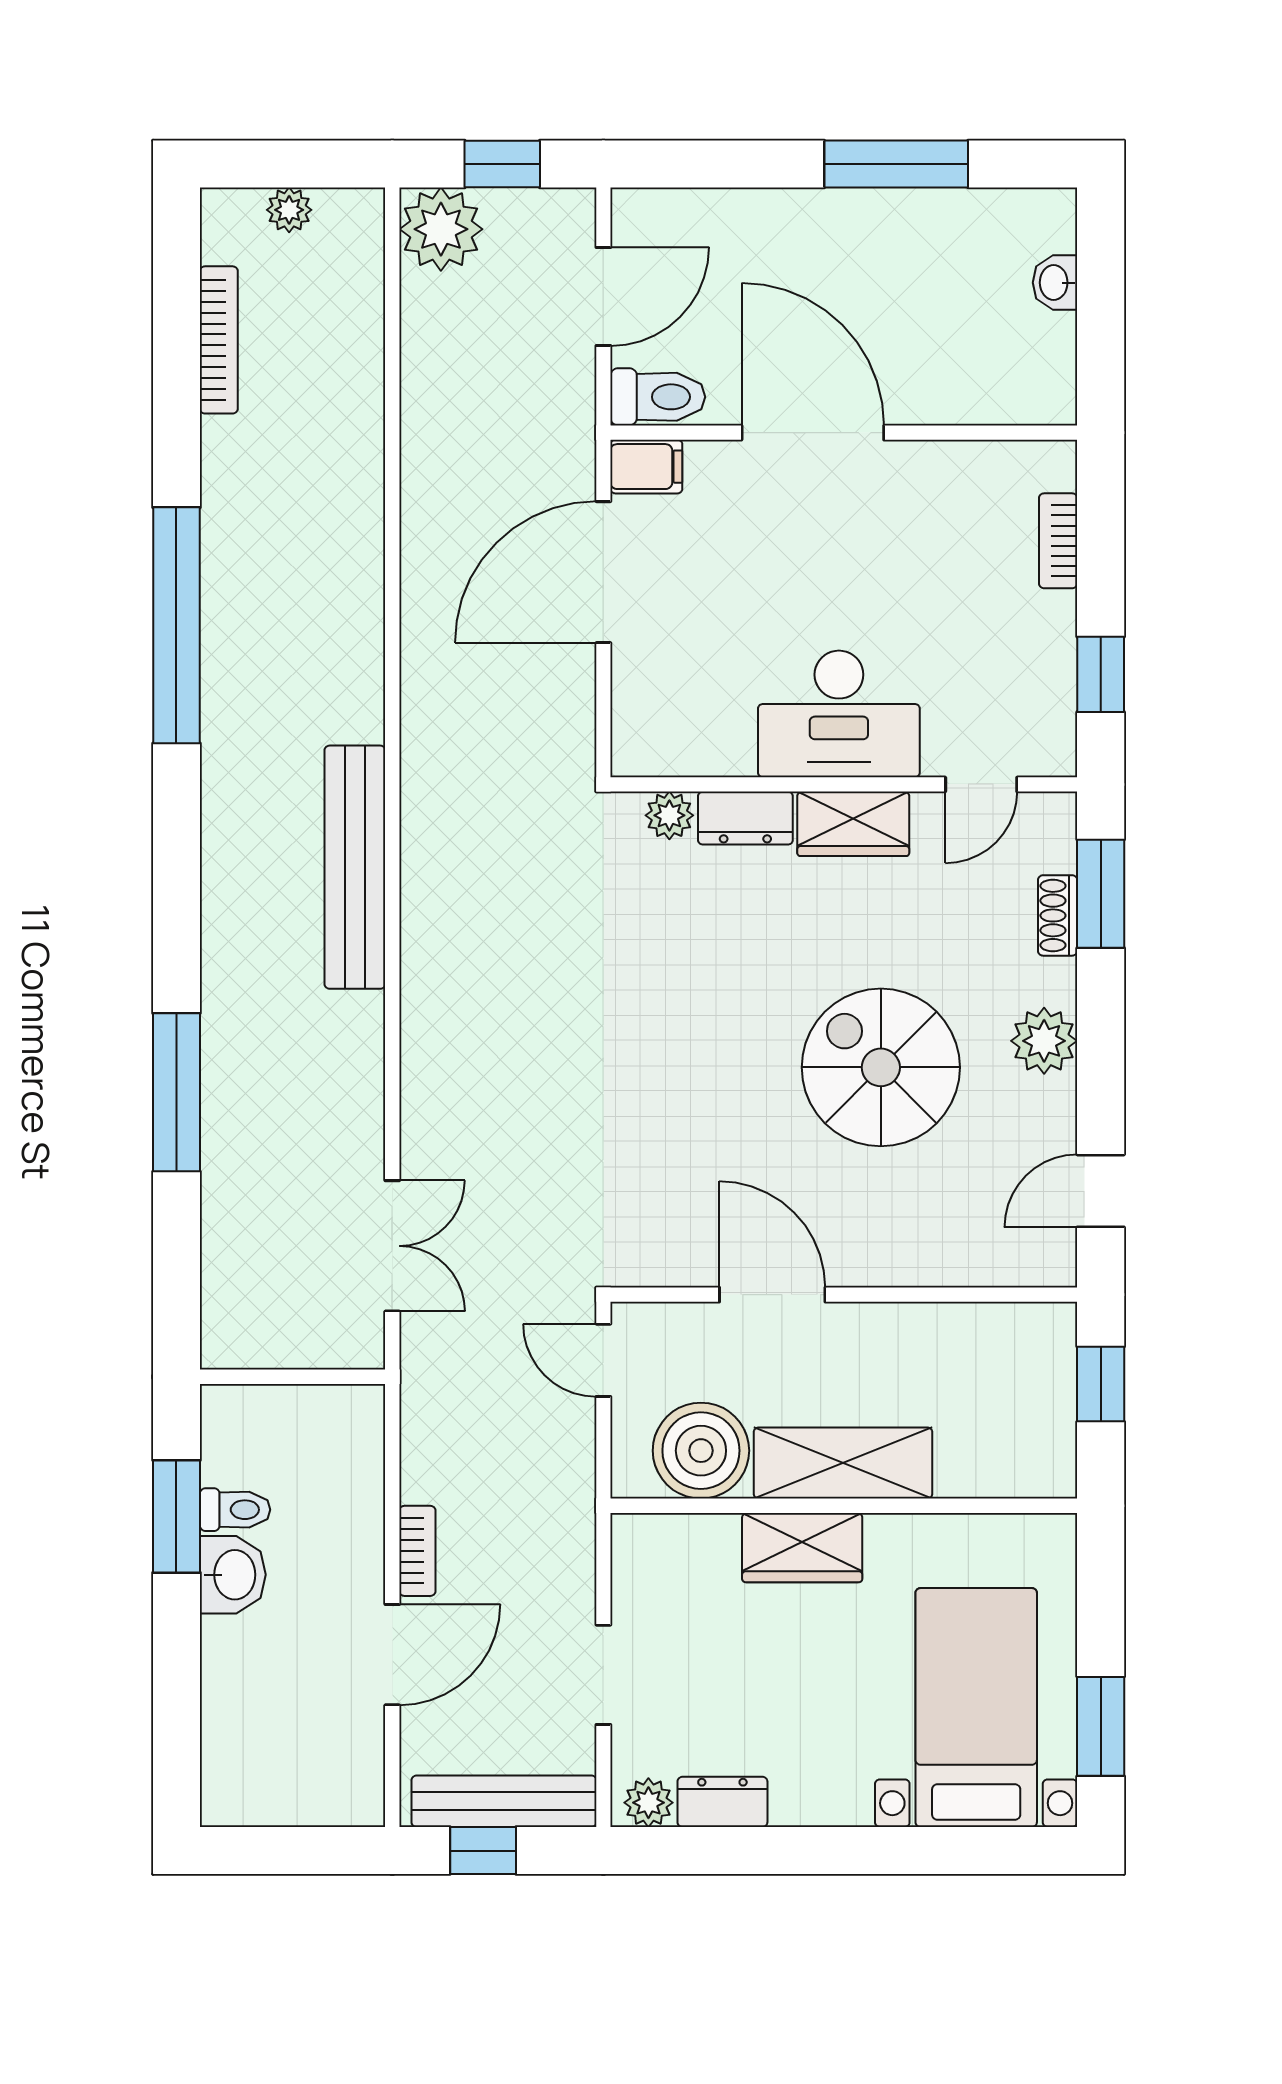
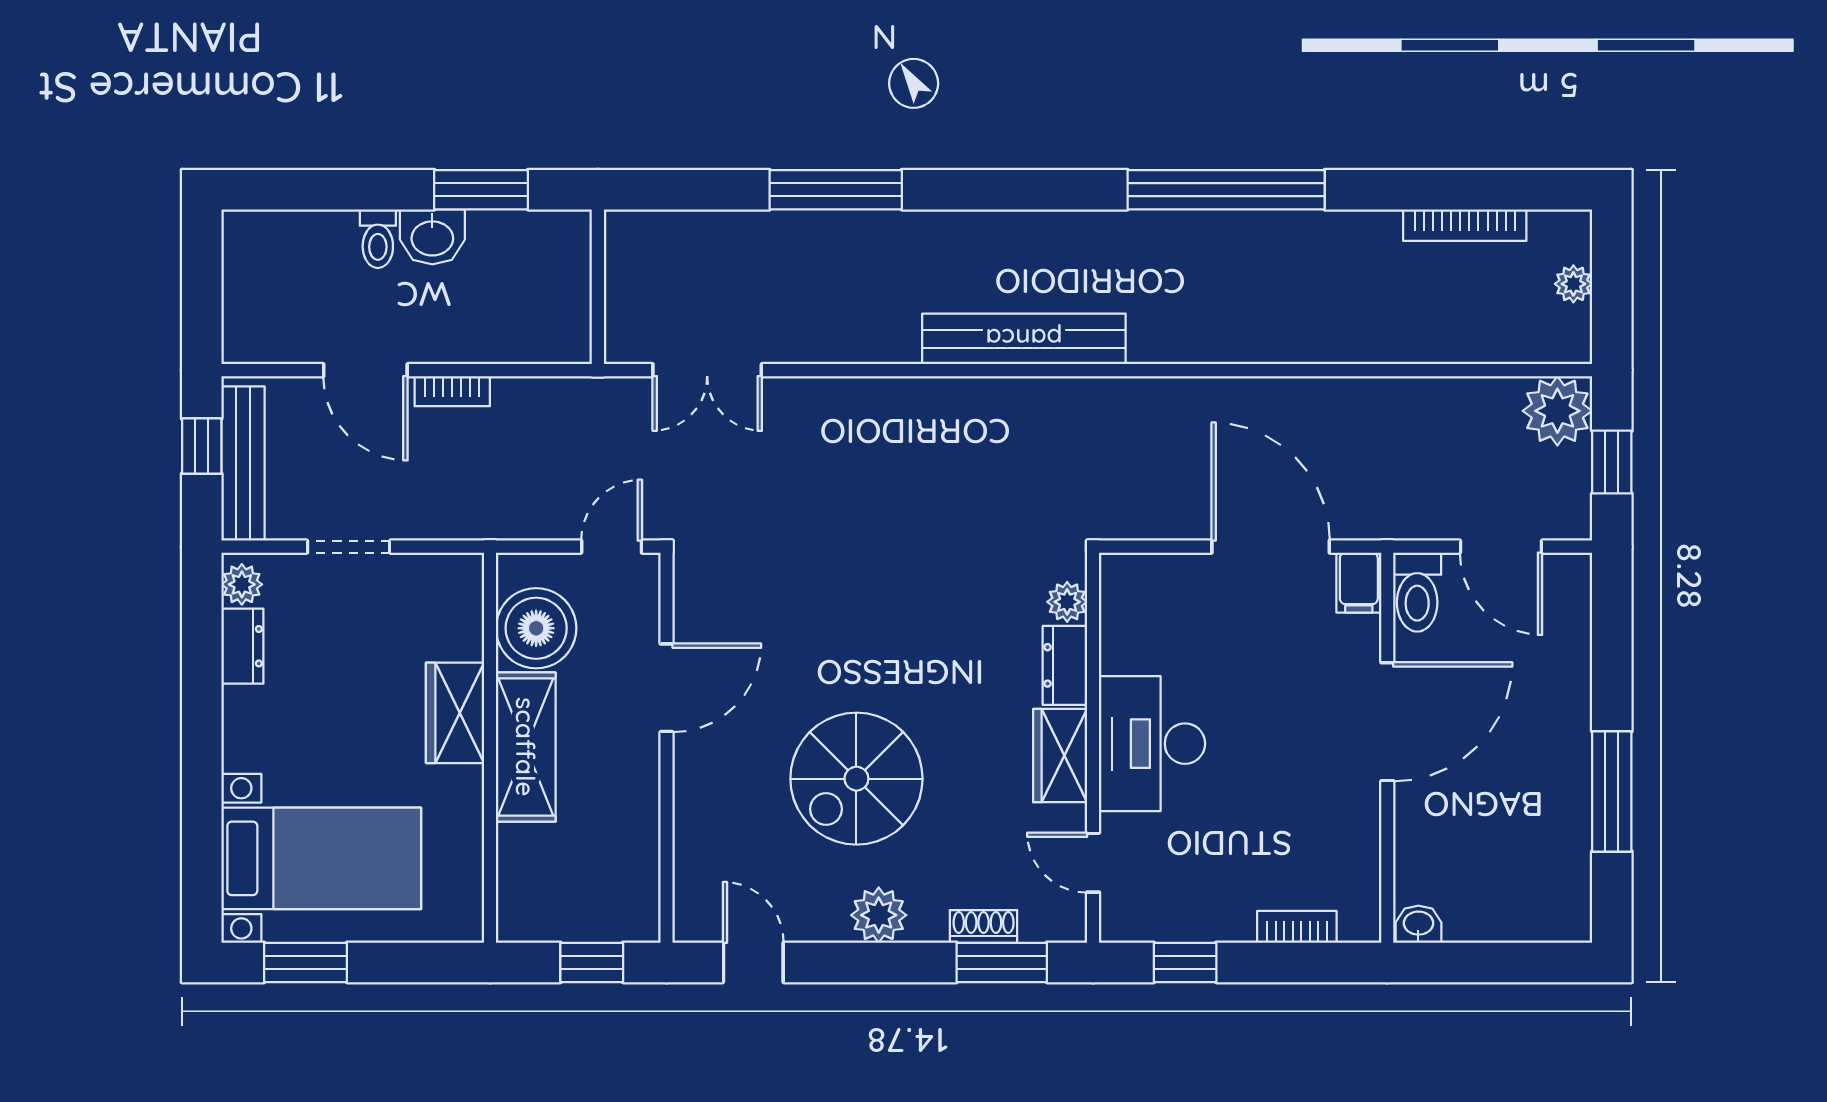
washbasin: (1055, 283) -> (1418, 924), moved
spiral stairs: (881, 1067) -> (856, 779), turned 180
toilet: (235, 1510) -> (378, 239), moved

